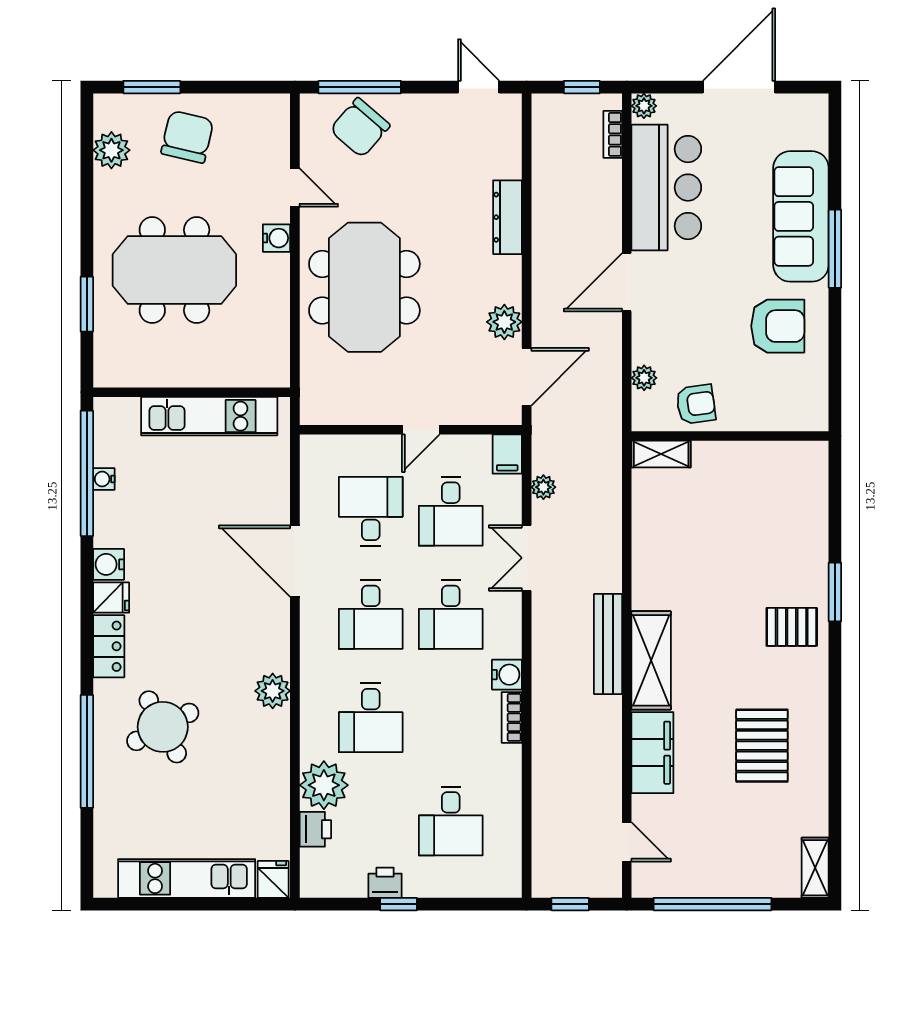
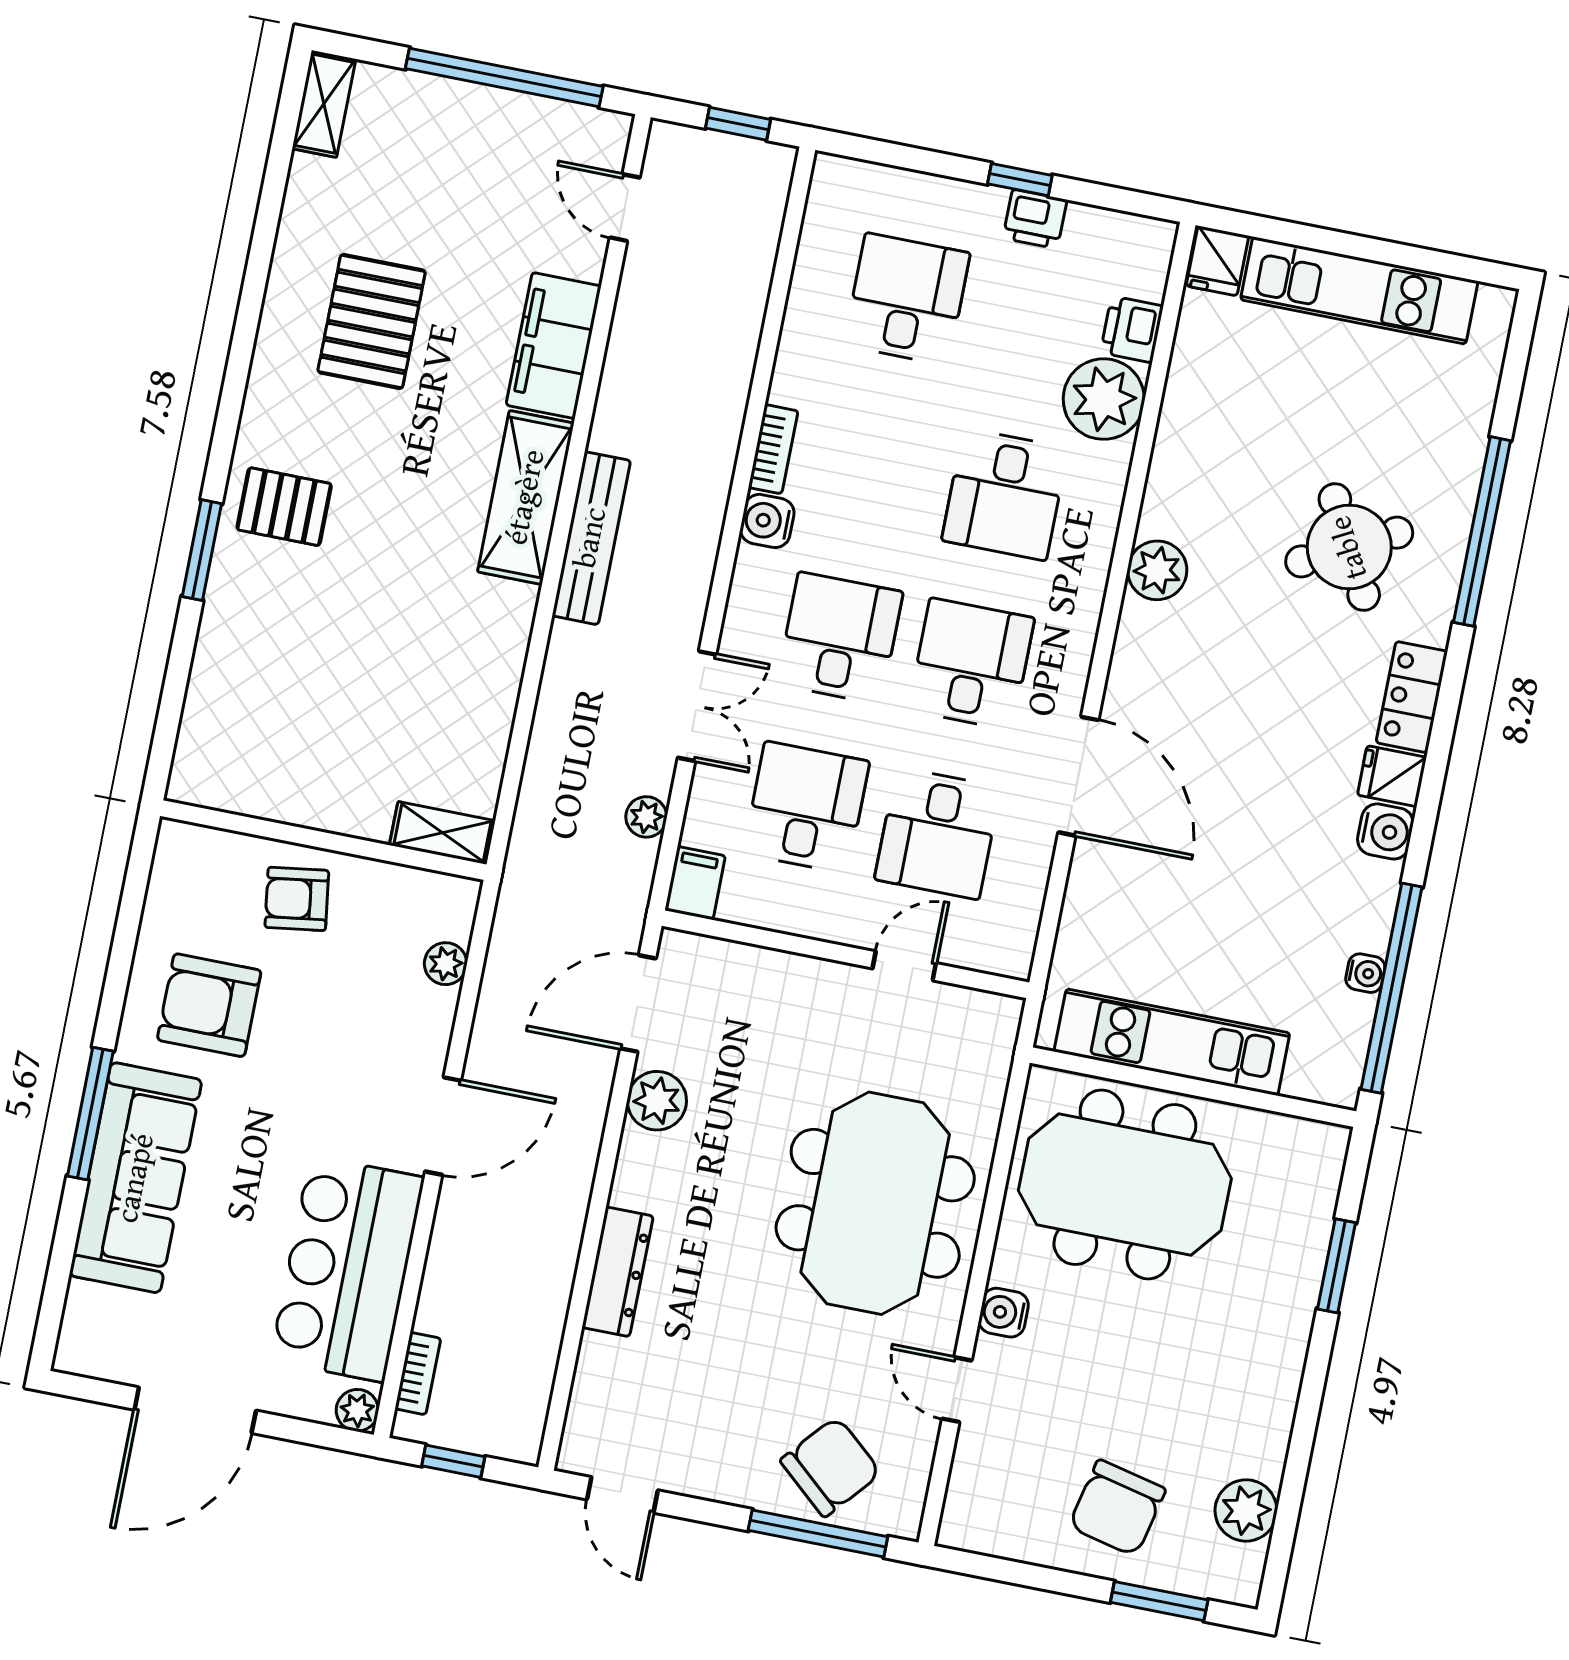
meeting table: (174, 270) -> (1125, 1184), moved
armchair: (696, 404) -> (297, 899), moved
door: (421, 430) -> (904, 966), moved
desk: (371, 718) -> (1005, 494), turned 180

